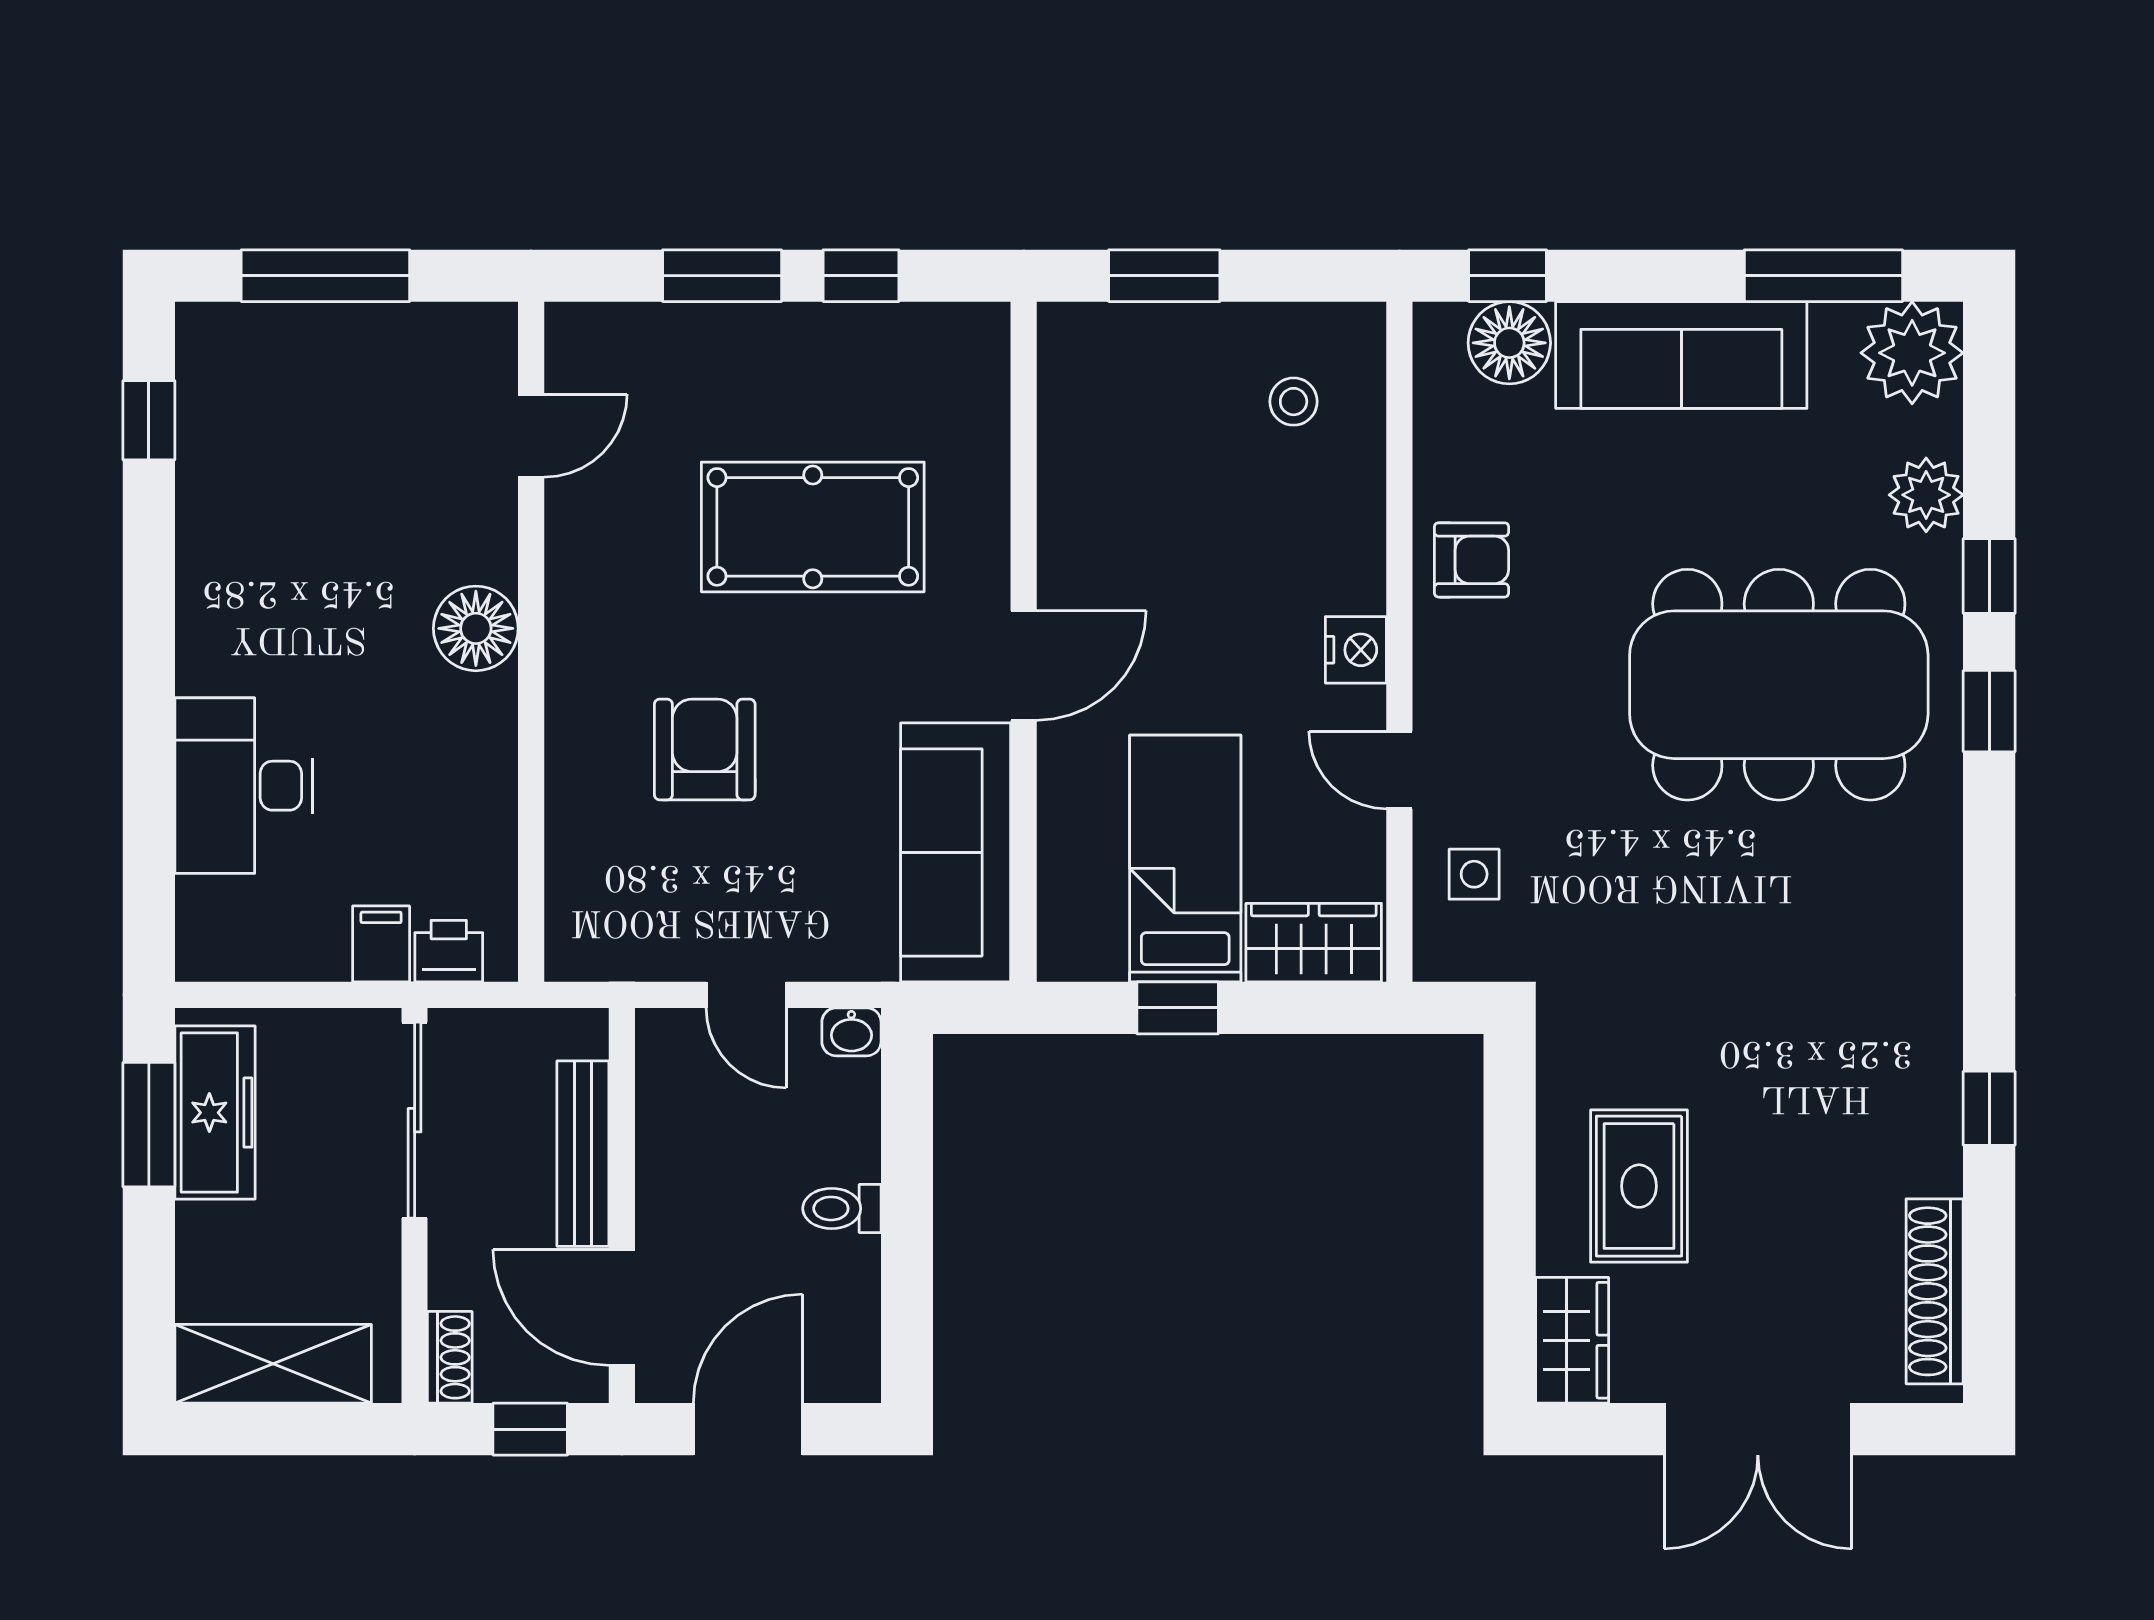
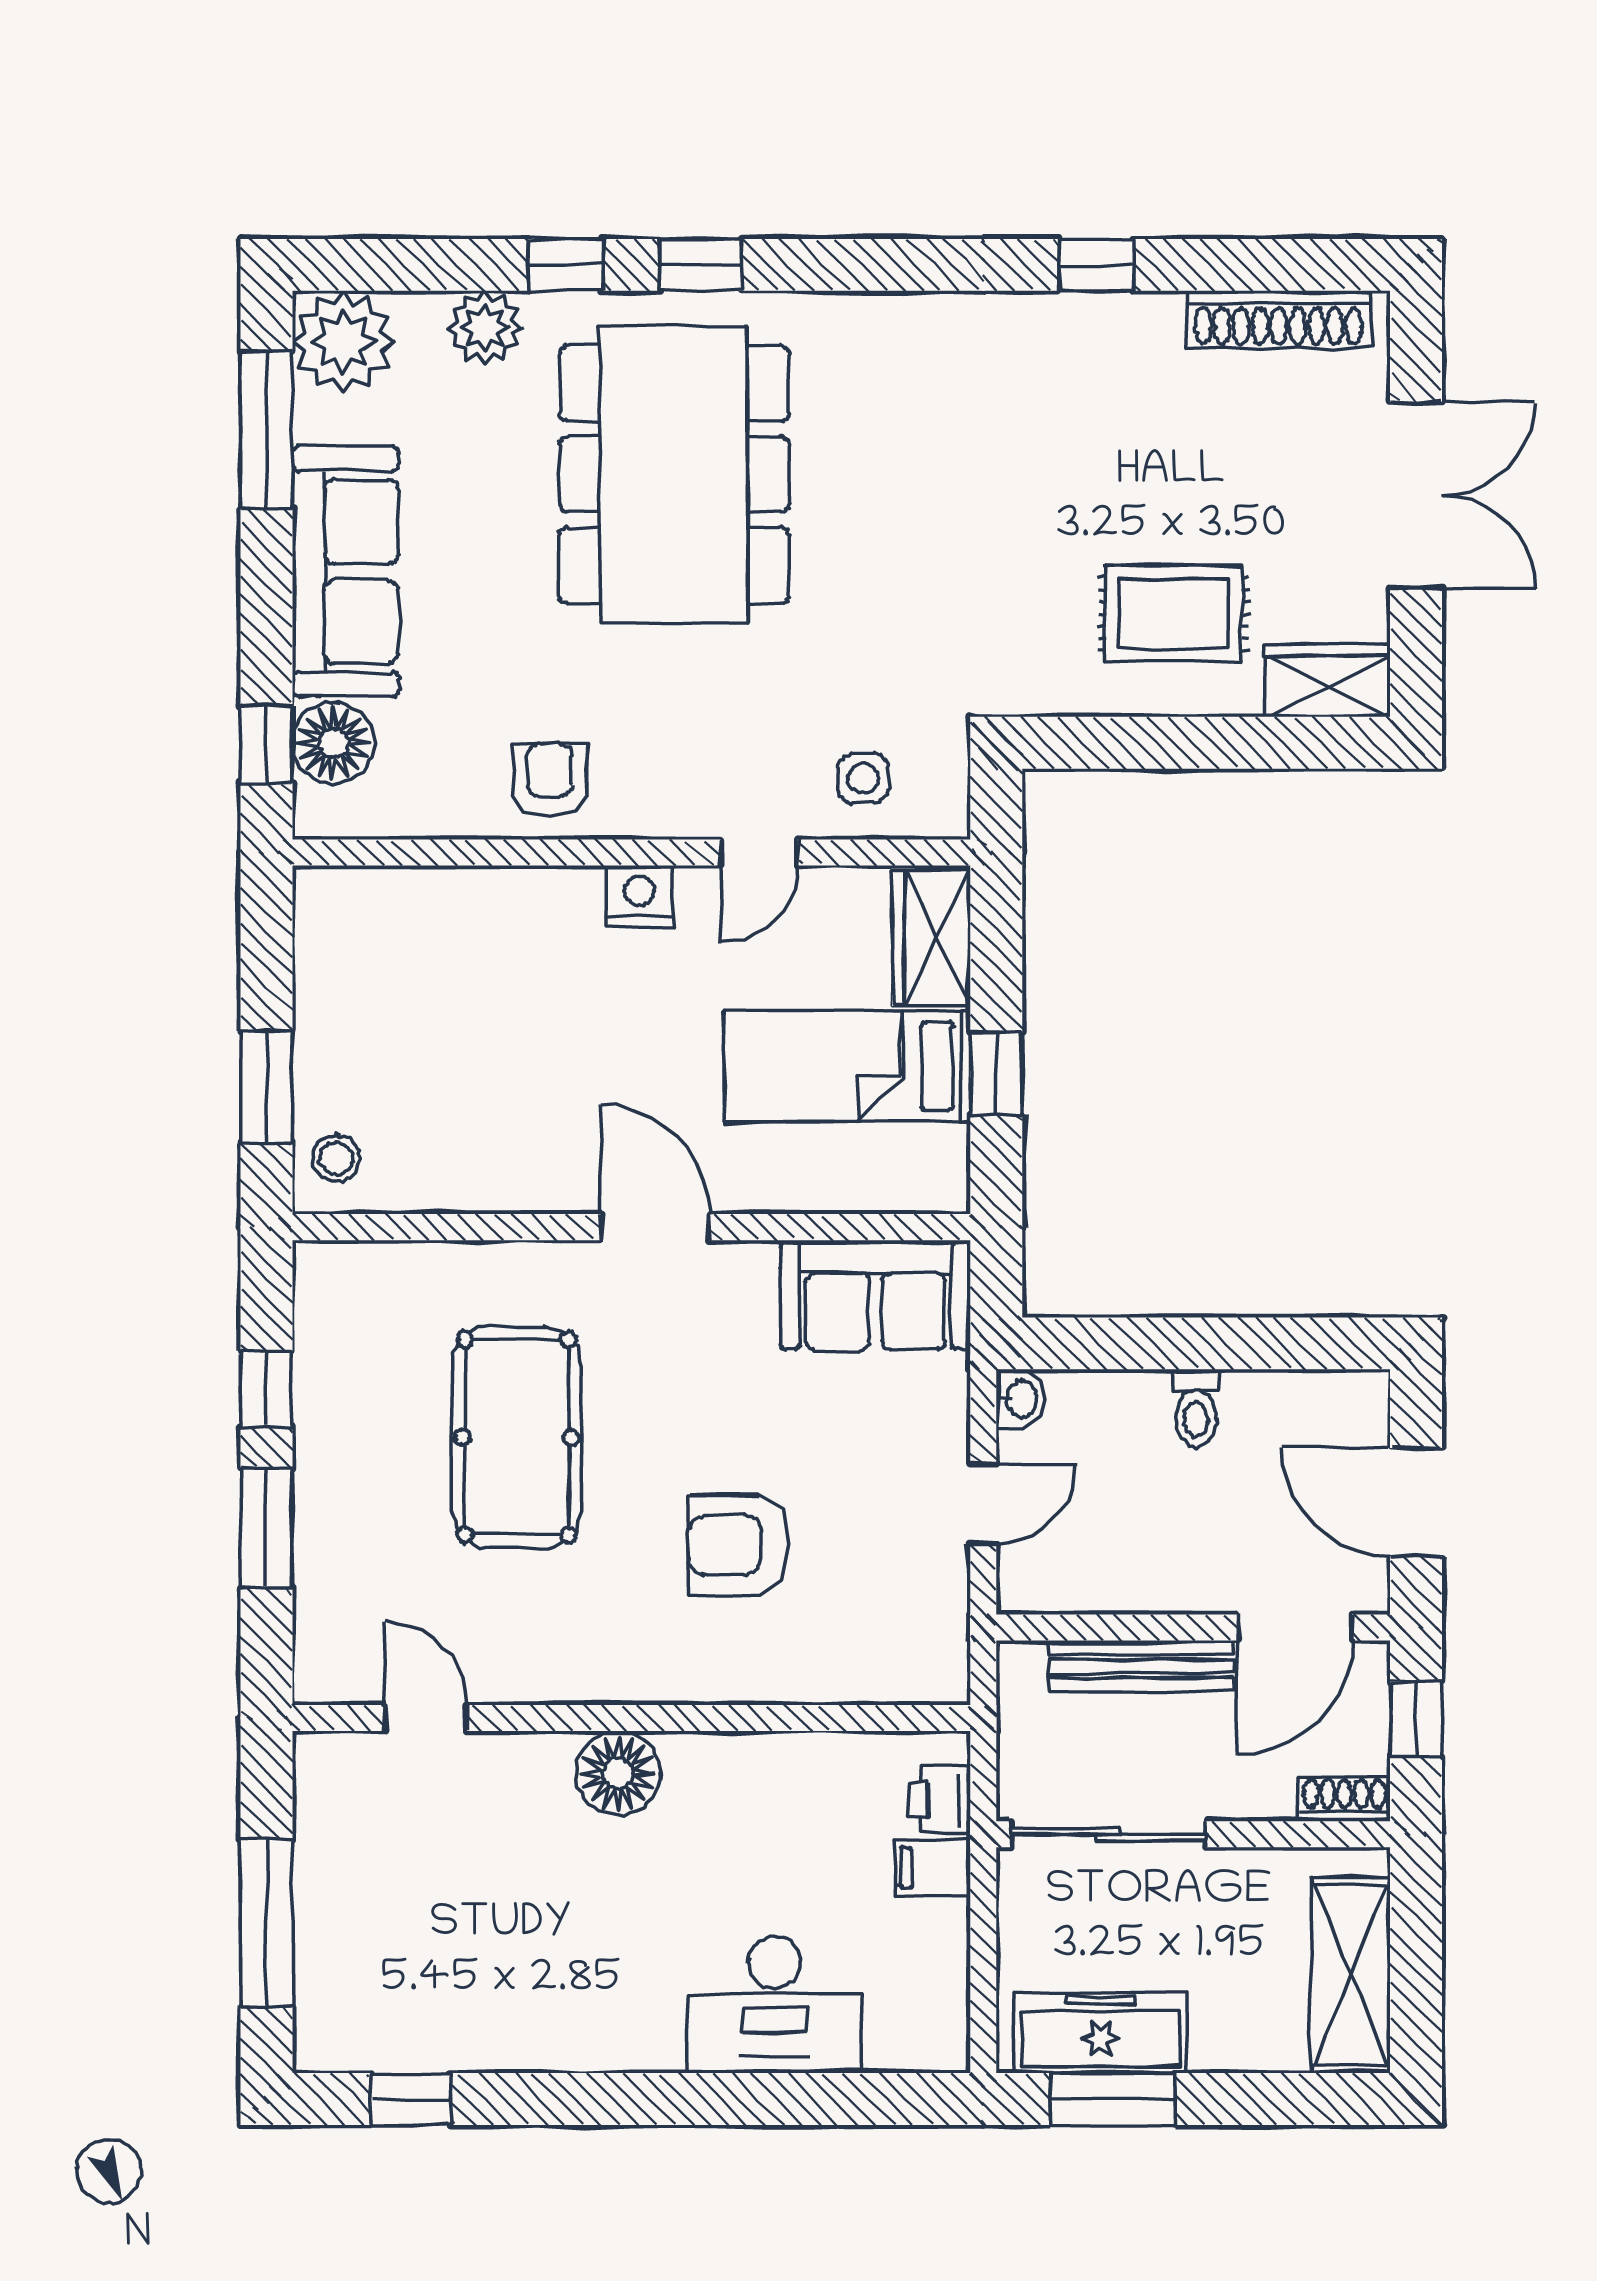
stool: (1294, 402) -> (336, 1158), moved
sofa: (956, 852) -> (876, 1295), width x0.73

